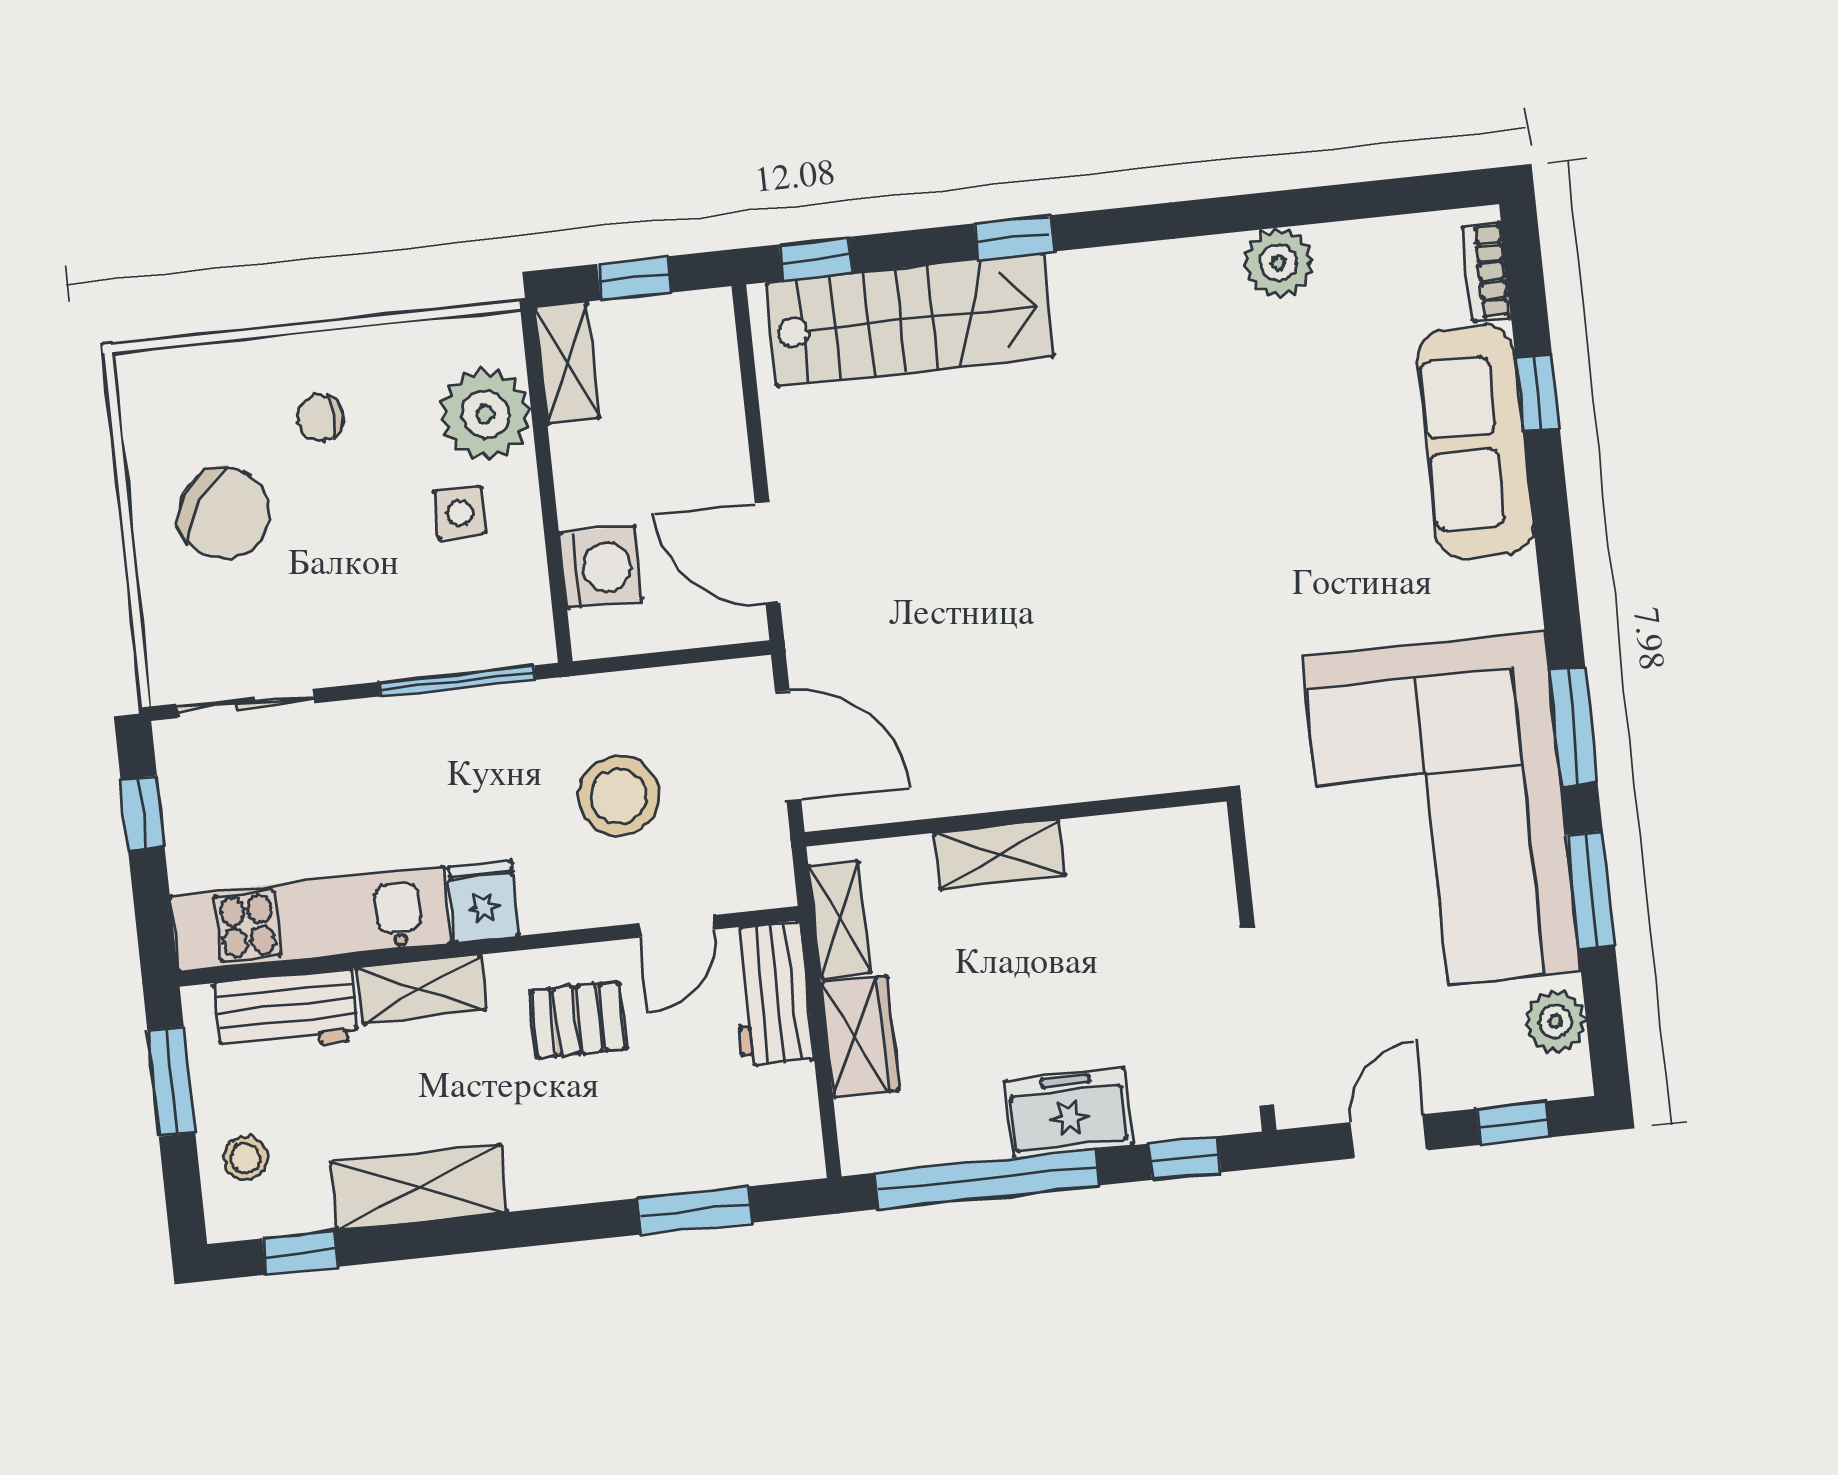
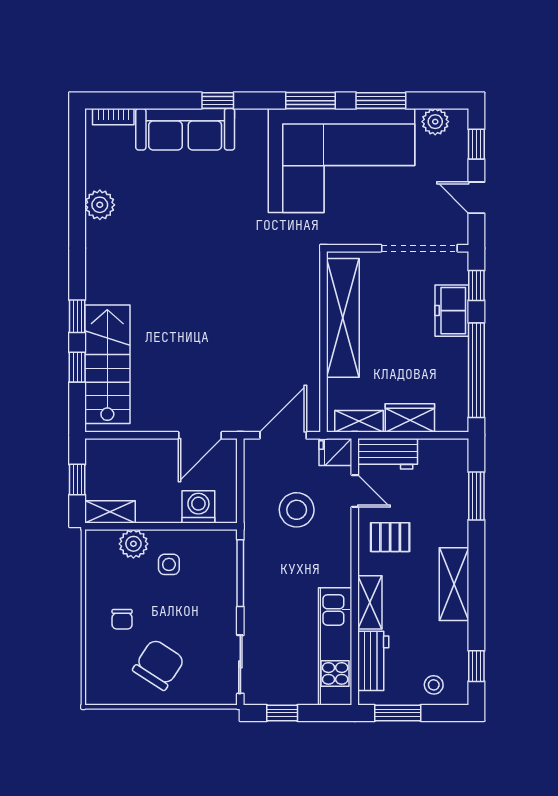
window: (816, 259) -> (77, 367), moved
window: (1538, 393) -> (218, 101), moved
plant: (485, 414) -> (133, 544), width x0.73, depth x0.73
shelving: (1000, 854) -> (343, 318), width x2.20, depth x1.33
fridge: (484, 901) -> (335, 452), moved
pallet: (578, 1020) -> (390, 537), turned 90
freezer: (1069, 1113) -> (452, 311), moved
shelving: (419, 1187) -> (454, 584), moved

